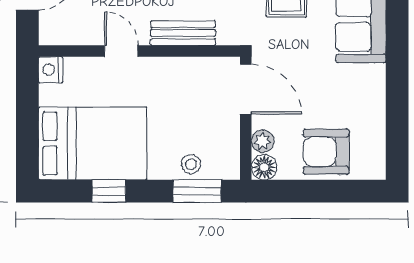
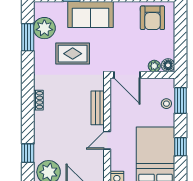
door: (246, 89) -> (127, 75), swing flipped
armchair: (326, 152) -> (152, 18), moved

